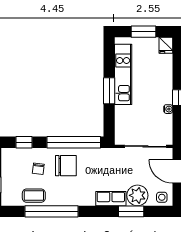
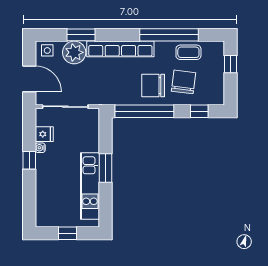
window: (144, 32) -> (67, 233), width x0.67
fridge: (166, 45) -> (44, 134), moved, turned 90
chair: (38, 169) -> (183, 82), width x1.87, depth x1.87
row of seats: (111, 199) -> (120, 49), width x2.02

